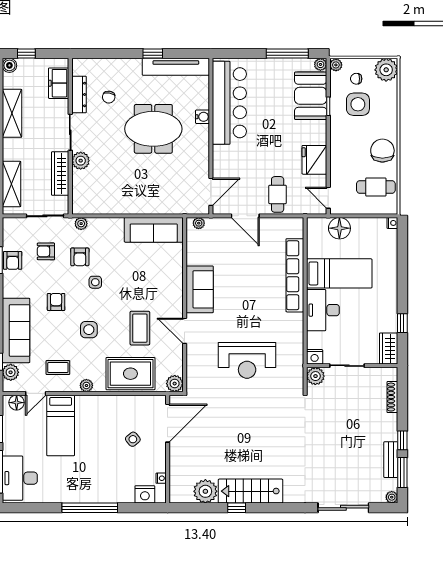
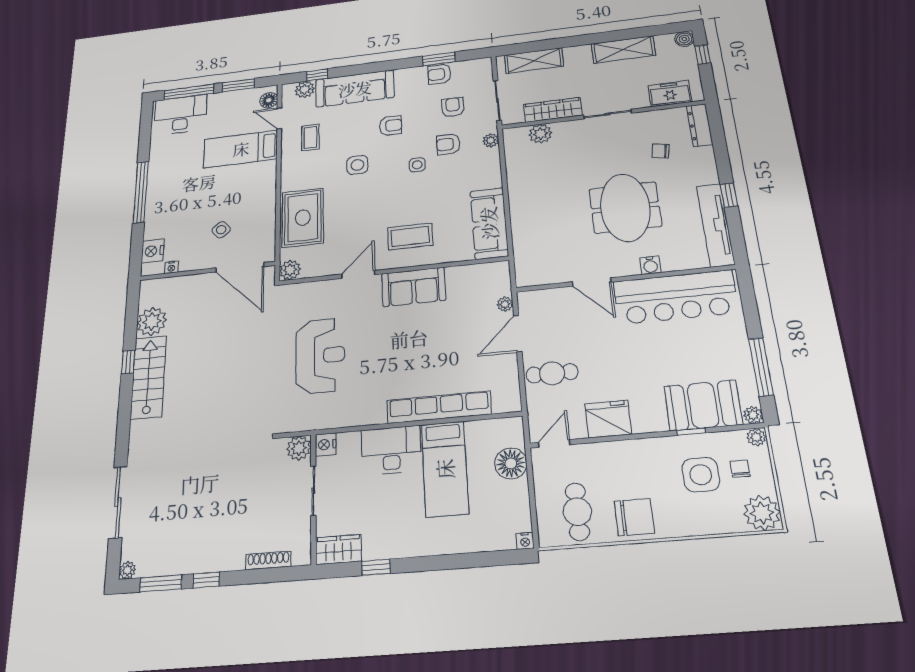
dresser: (79, 94) -> (700, 125), moved, turned 90
plant: (81, 161) -> (540, 134), moved
door: (211, 192) -> (592, 282), moved
plant: (199, 223) -> (505, 304), moved
coffee table: (140, 328) -> (410, 236), moved
reception desk: (247, 360) -> (320, 356), turned 180
plant: (86, 385) -> (288, 171), removed
bench: (391, 460) -> (180, 565), removed

